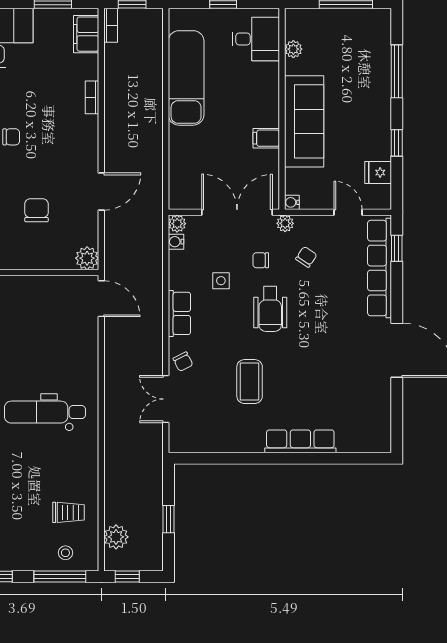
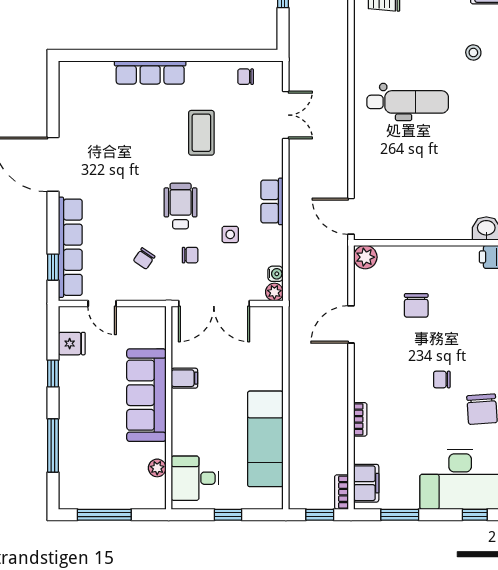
water cooler: (292, 202) -> (159, 313), removed
plant: (285, 223) -> (165, 292), removed
chair: (183, 362) -> (246, 77), moved, turned -63

